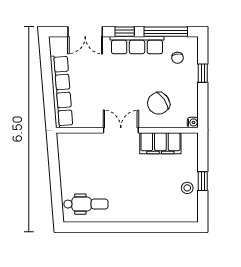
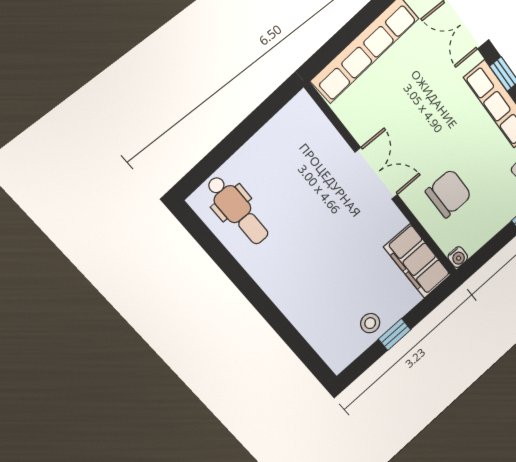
chair: (159, 103) -> (449, 194), turned 125
filing cabinet: (160, 143) -> (417, 261), moved

